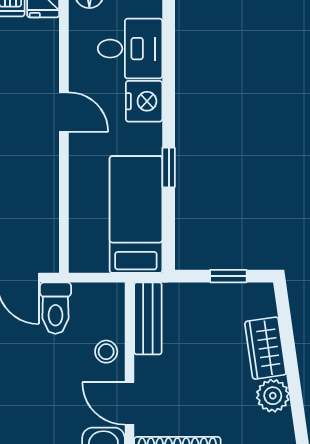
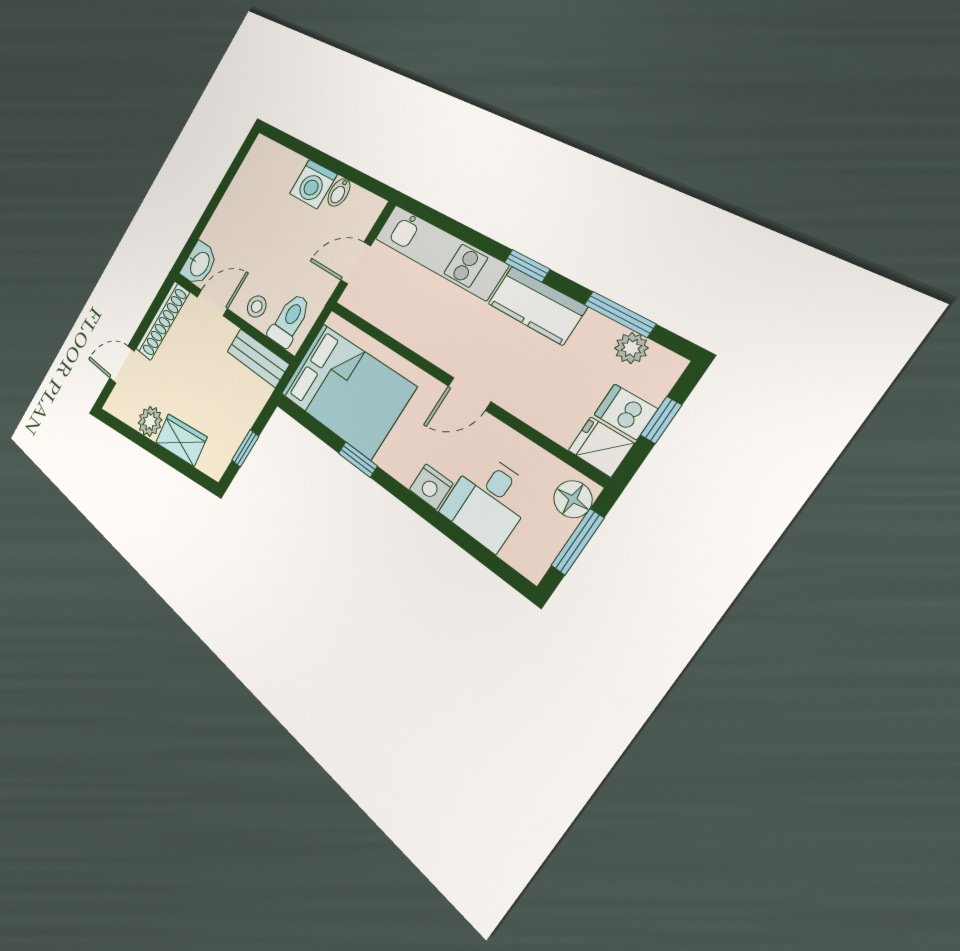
nightstand: (144, 101) -> (431, 487), width x0.74, depth x0.75
bed: (136, 214) -> (346, 390), width x1.50
toilet: (55, 308) -> (289, 320), moved, turned 90

